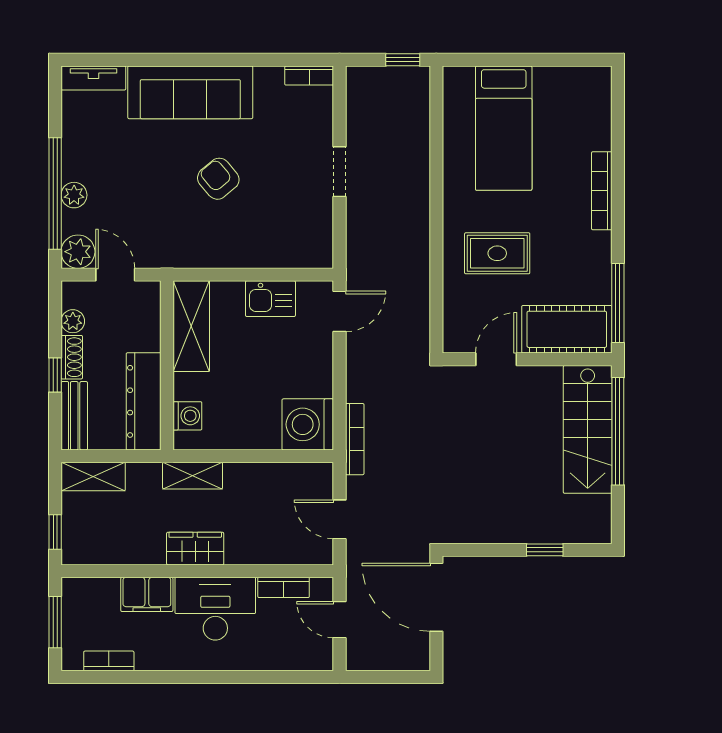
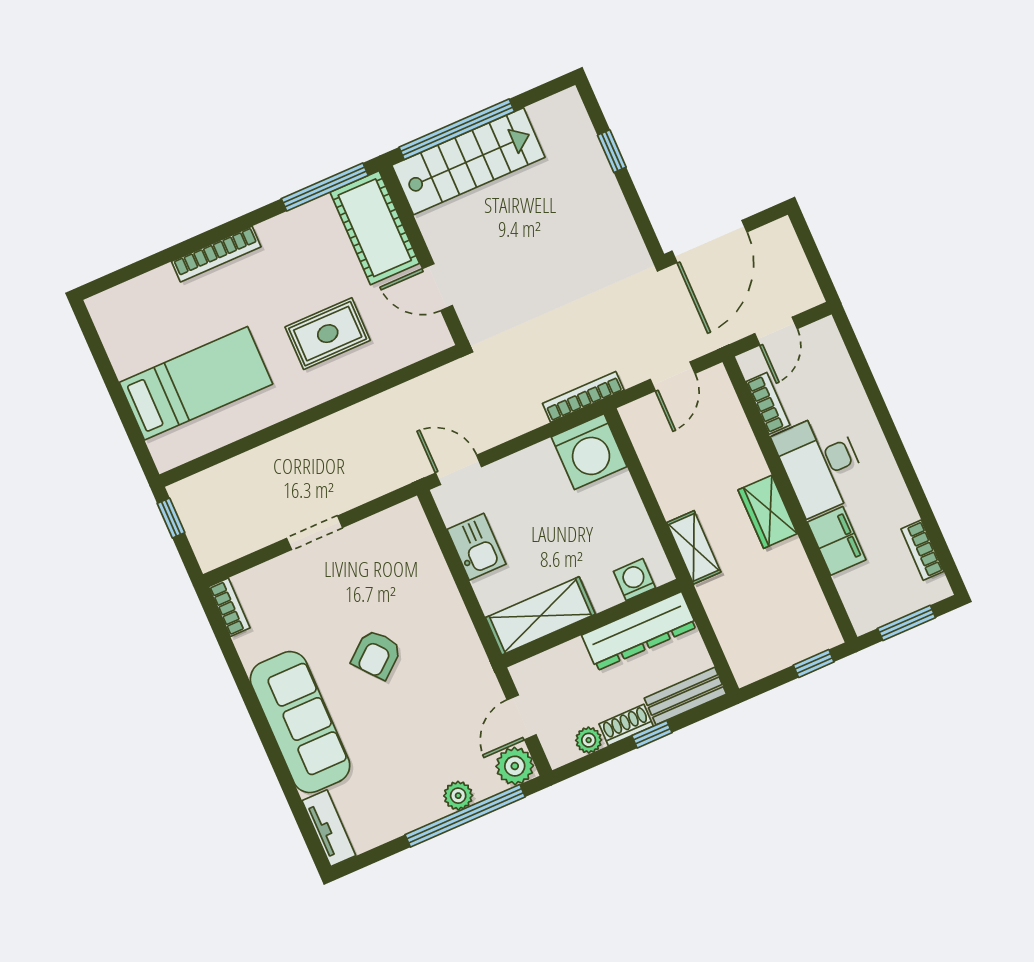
rug: (497, 253) -> (328, 334), turned 90
shelving: (93, 477) -> (739, 649), removed

